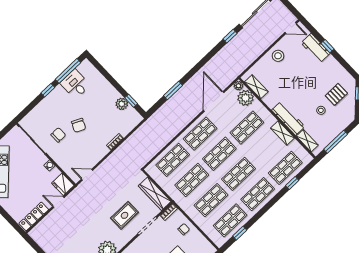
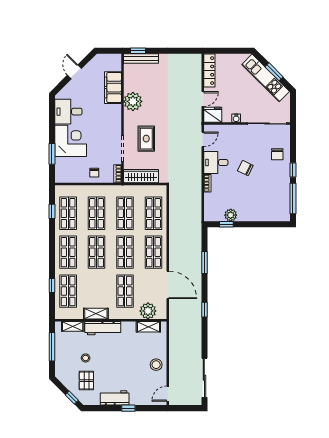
window: (230, 36) -> (204, 310), moved
workbench: (316, 48) -> (115, 398), moved
desk: (75, 84) -> (216, 162), moved, turned 180
plant: (238, 86) -> (162, 314), removed
chair: (58, 135) -> (277, 154), moved

